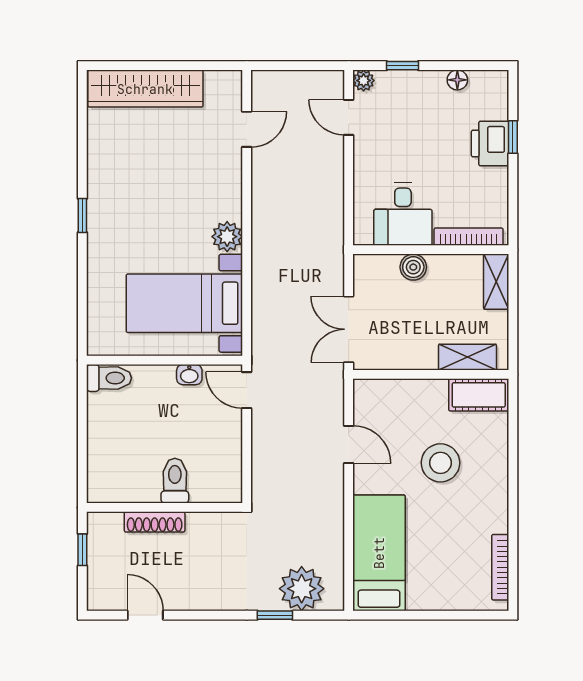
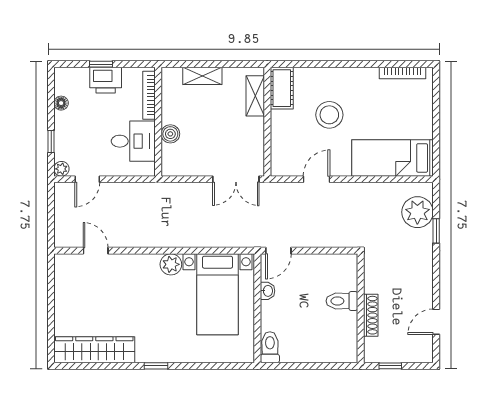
wardrobe: (145, 89) -> (94, 350), moved, turned -90
desk: (403, 214) -> (133, 141), moved
bookcase: (469, 237) -> (149, 95), moved
wall: (431, 250) -> (158, 122), moved
boiler: (413, 267) -> (170, 134), moved

